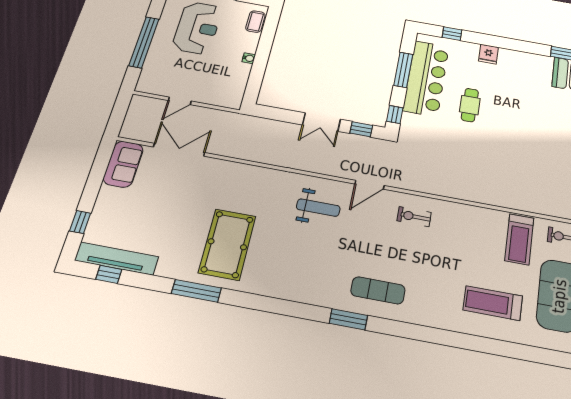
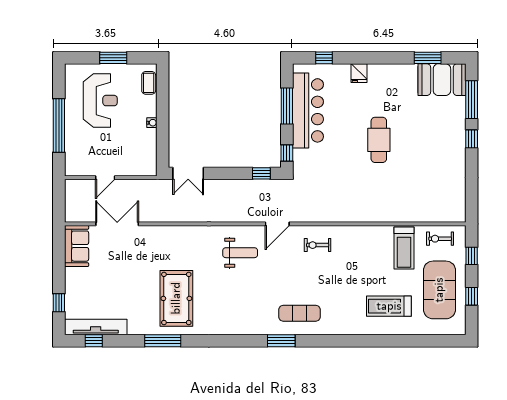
cafe table: (470, 105) -> (379, 140), moved, width x1.37, depth x1.35
double door: (321, 122) -> (188, 173), moved

